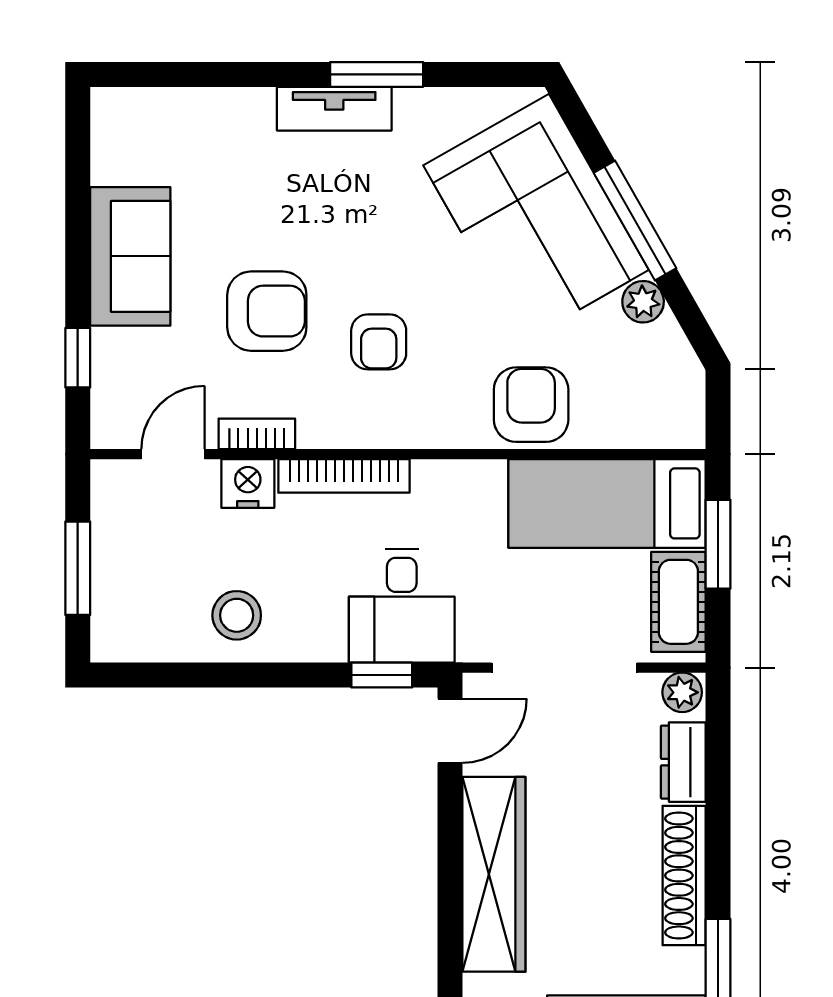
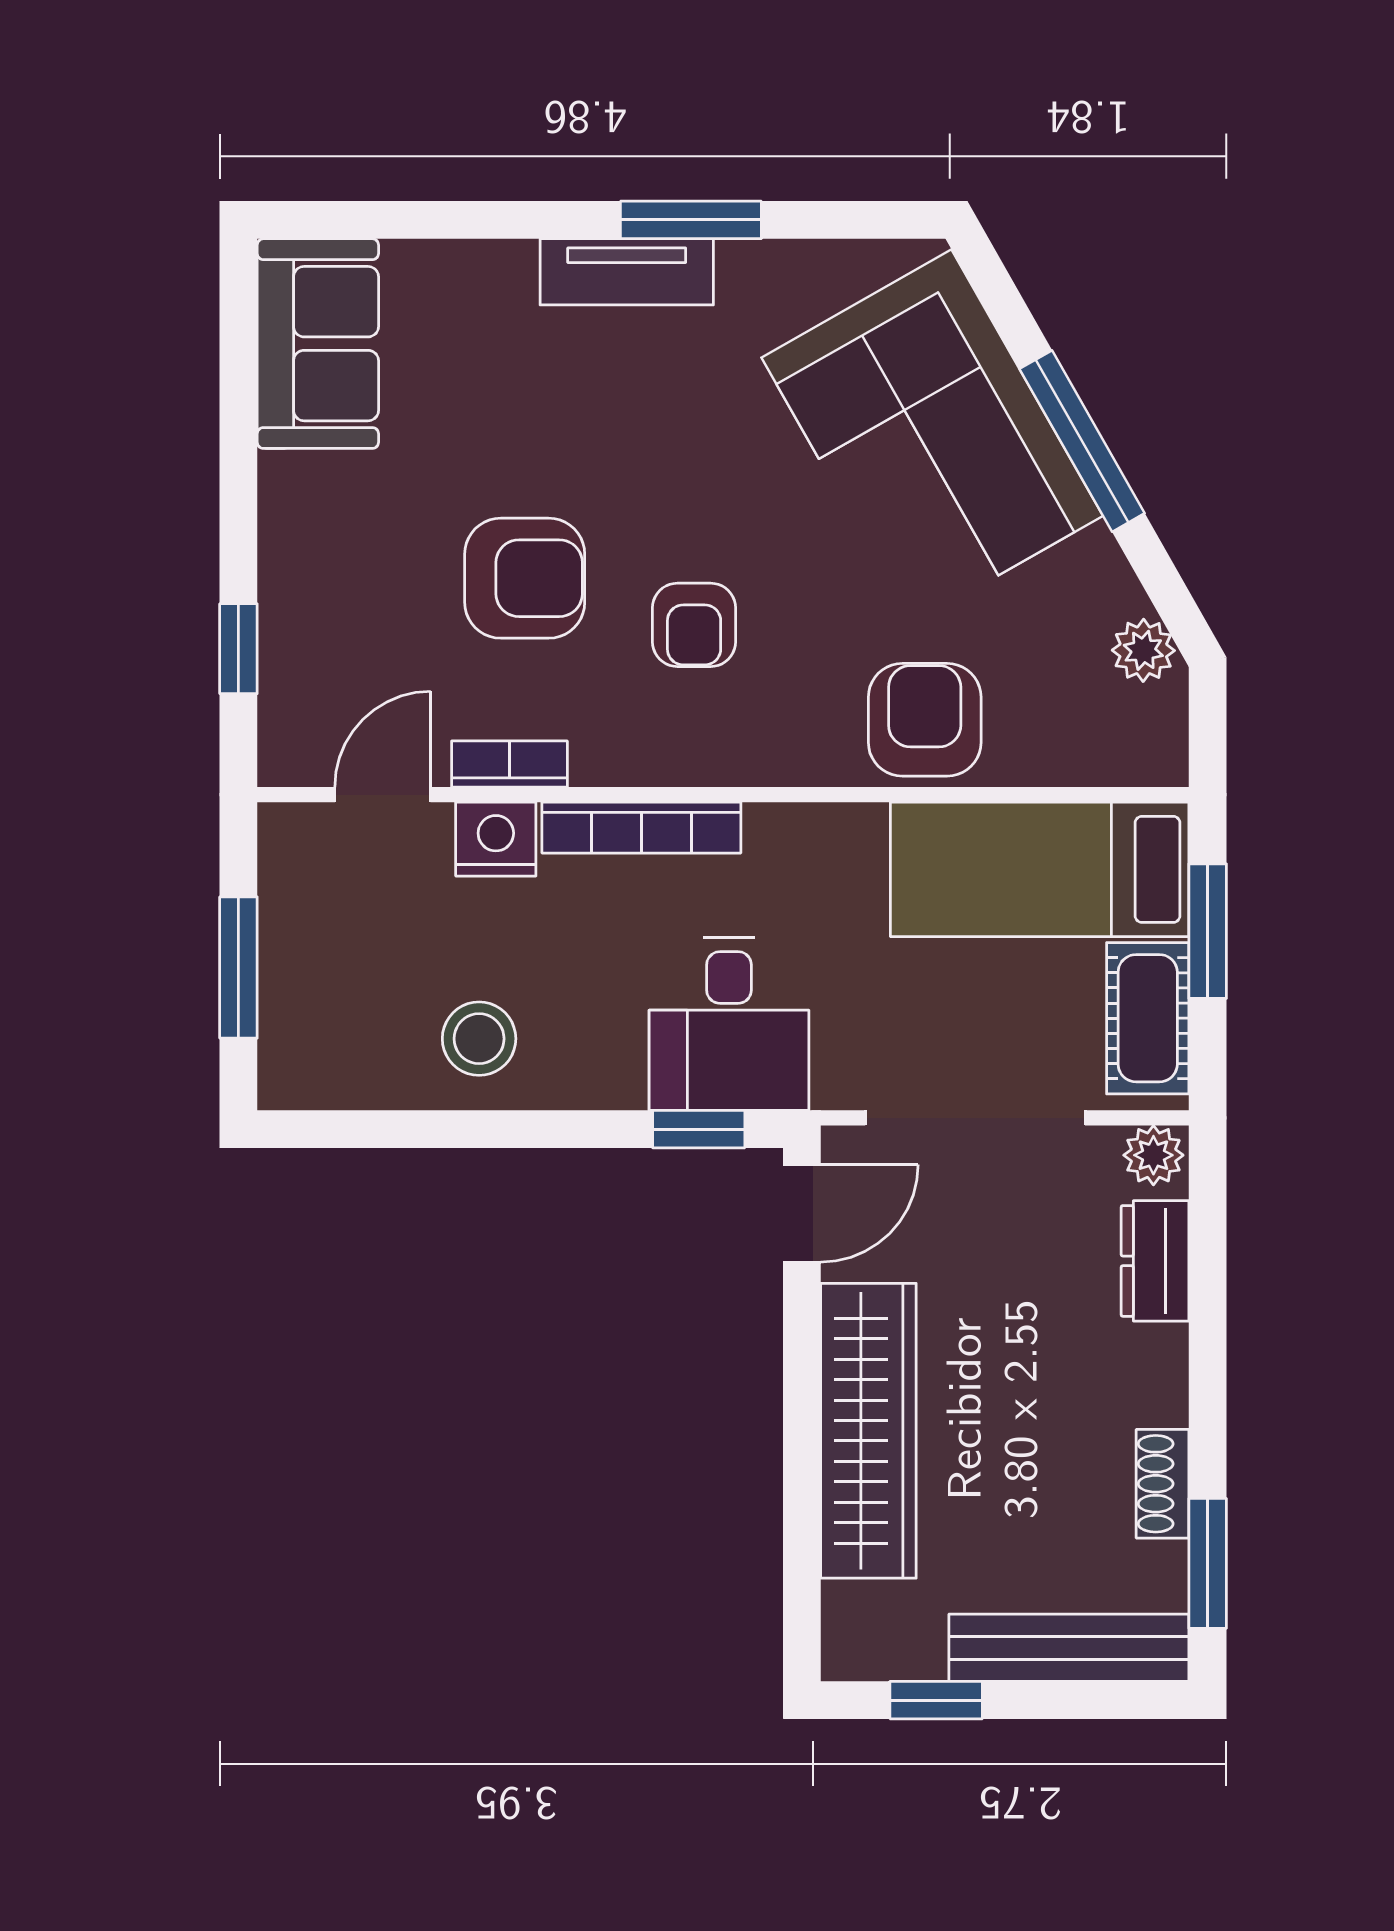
sofa: (130, 256) -> (318, 344), moved
plant: (643, 302) -> (1143, 650), moved
shoe rack: (684, 875) -> (1163, 1484), width x0.51, depth x0.81

